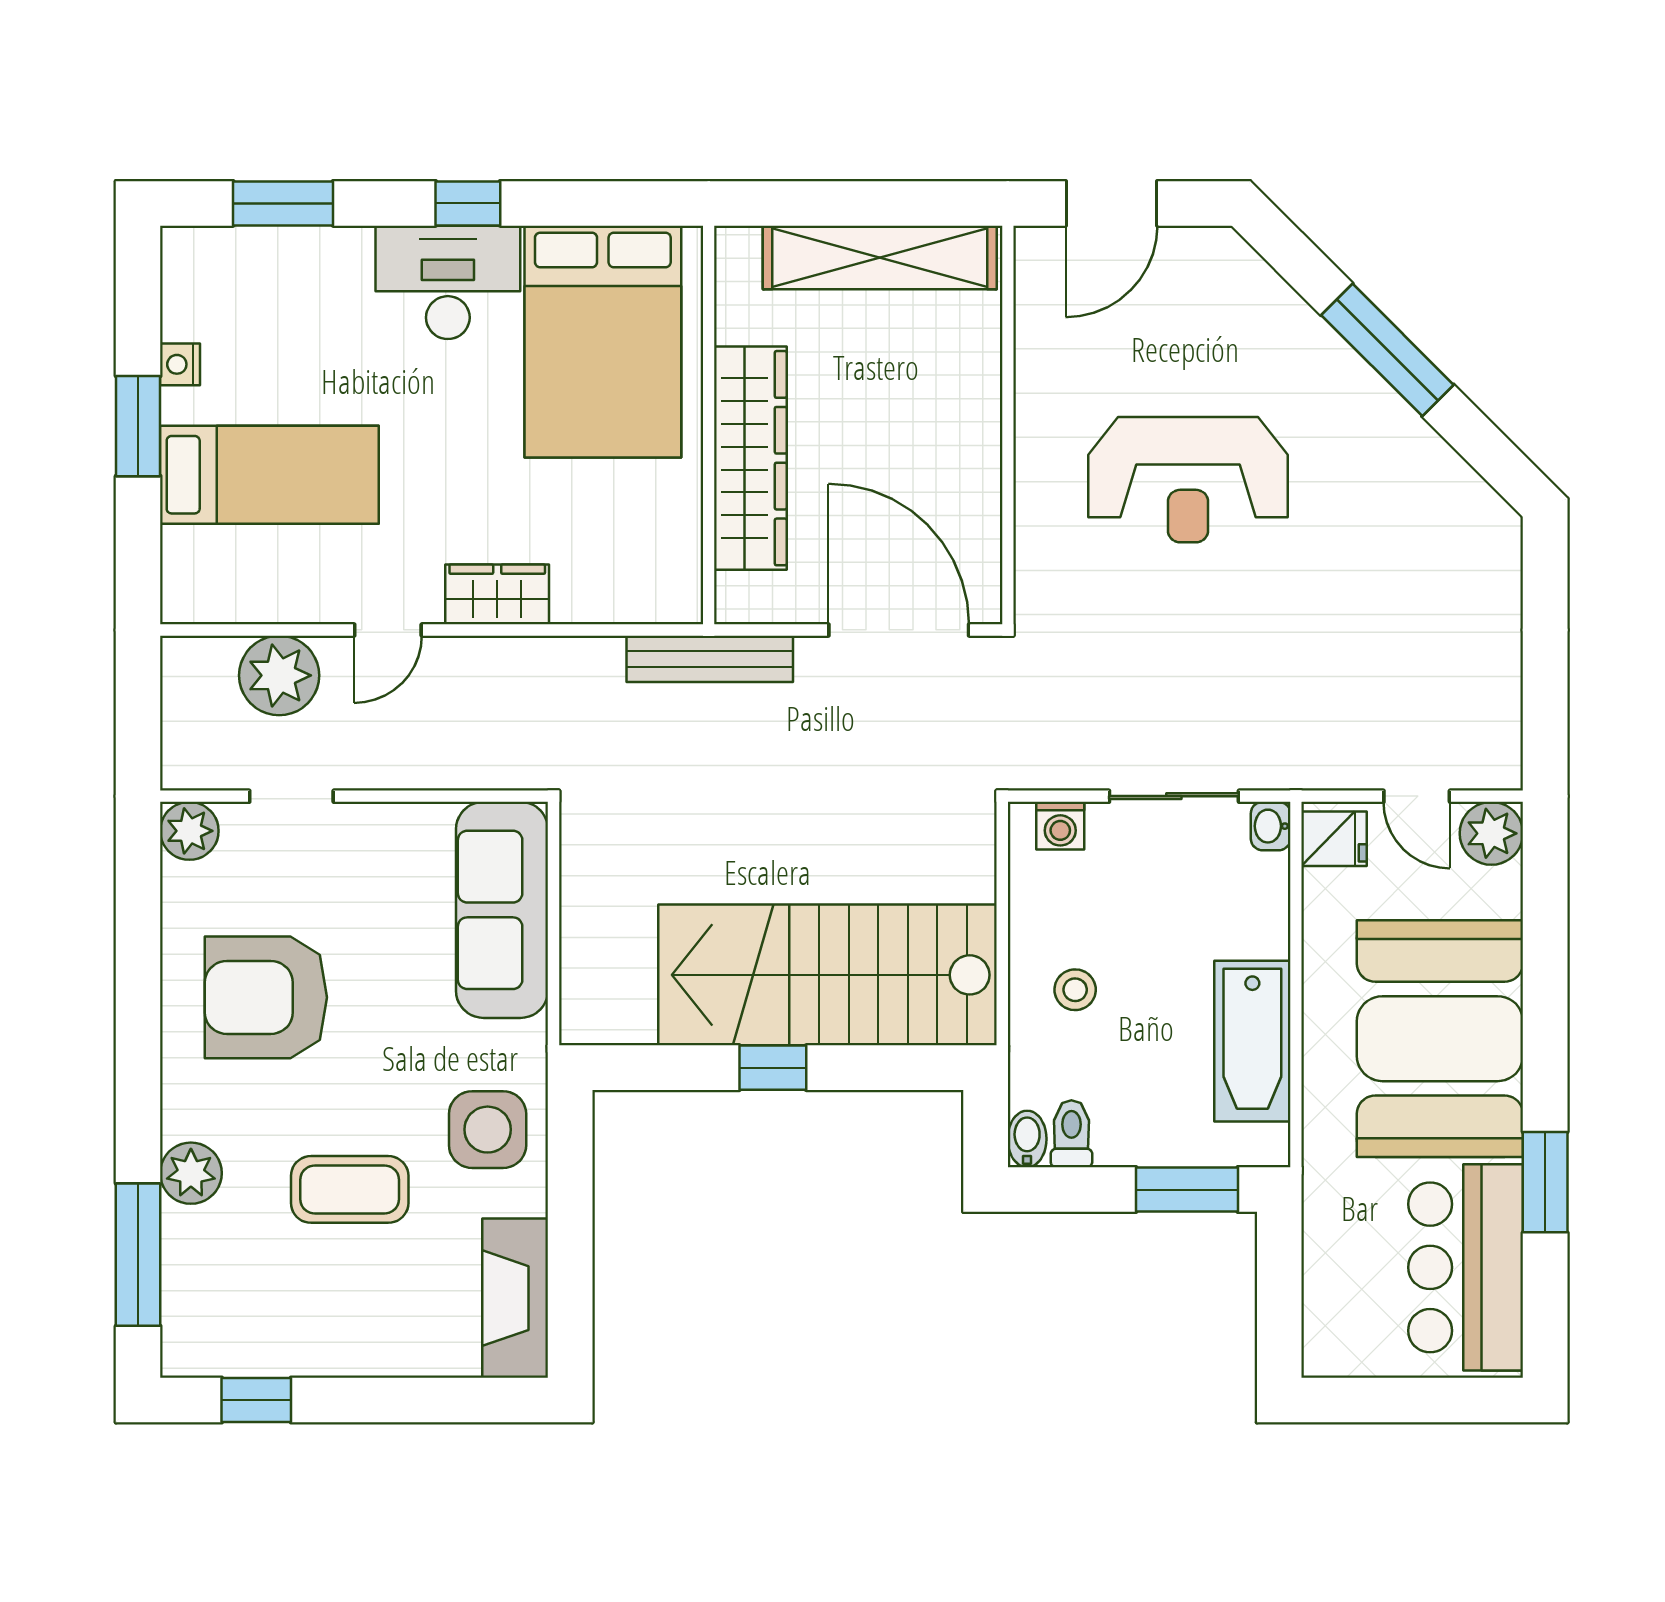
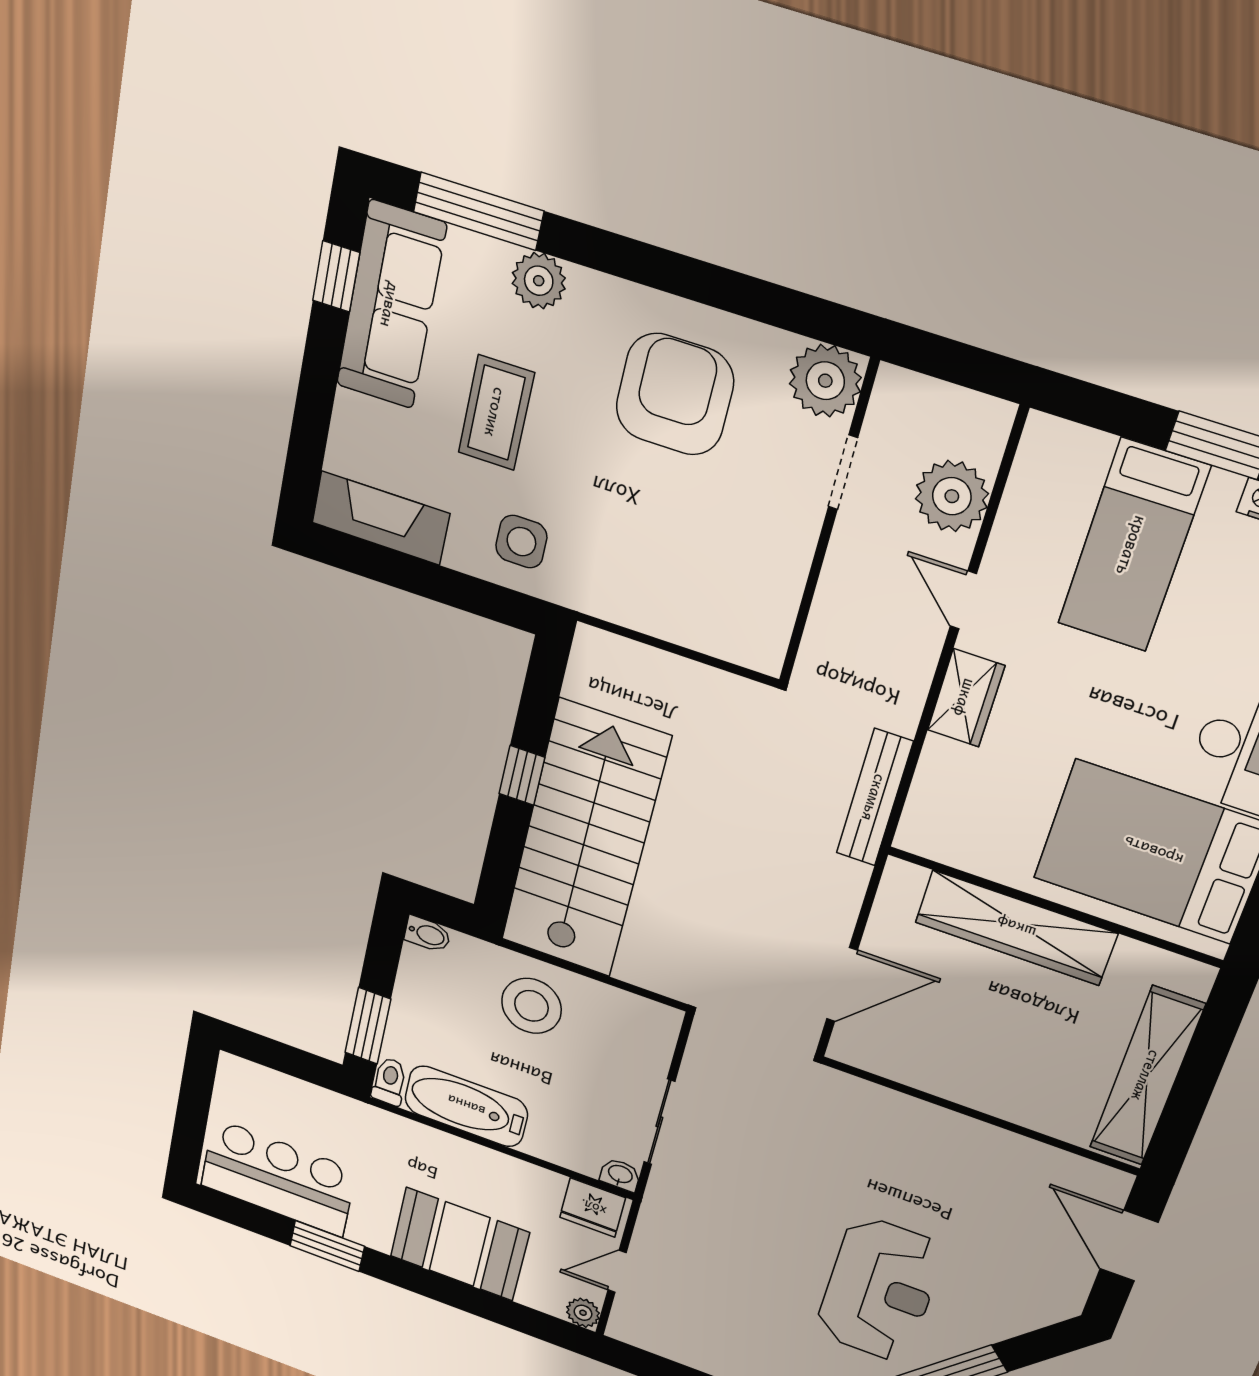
reception desk: (1188, 480) -> (880, 1289), moved, turned 180
door: (899, 630) -> (842, 985), width x0.73
bench: (710, 659) -> (875, 798), moved
washing machine: (1060, 826) -> (658, 1040), removed
plant: (189, 831) -> (825, 381), width x1.36, depth x1.36
plant: (1491, 833) -> (583, 1313), width x0.73, depth x0.73
fridge: (1334, 839) -> (593, 1208), width x1.38
sofa: (502, 910) -> (391, 305), moved, turned 90
stool: (1075, 990) -> (531, 1006), width x1.89, depth x1.89
booth: (1440, 1039) -> (459, 1244), width x0.73, depth x0.70
side table: (488, 1130) -> (521, 542), width x0.73, depth x0.73
toilet: (1071, 1134) -> (389, 1081), moved, turned -90

